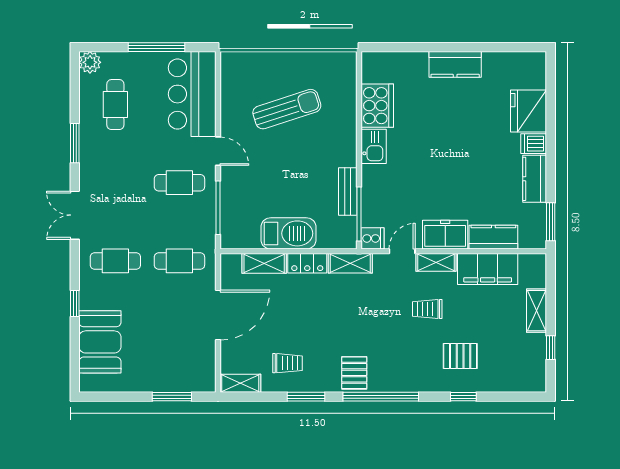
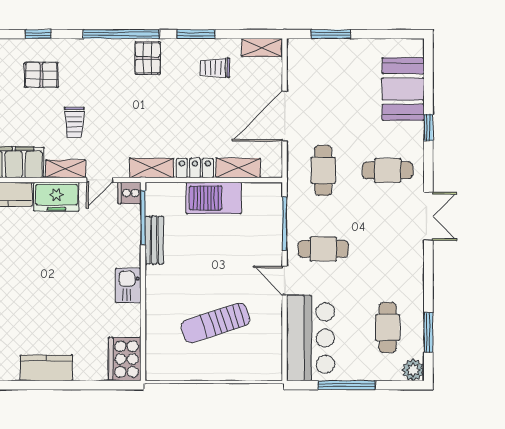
cooker: (377, 106) -> (125, 359), moved
window: (75, 143) -> (428, 332), moved
cafe table: (179, 261) -> (323, 170), turned 90
trolley: (427, 309) -> (74, 122), turned 90

